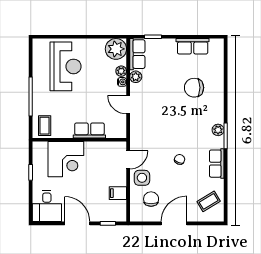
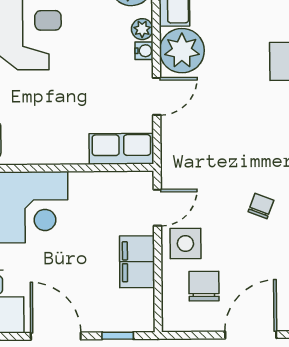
plant: (136, 77) -> (182, 51), width x1.87, depth x1.87
door: (128, 105) -> (157, 96), swing flipped
row of seats: (89, 131) -> (121, 149), moved
filing cabinet: (118, 193) -> (137, 262), width x2.00

